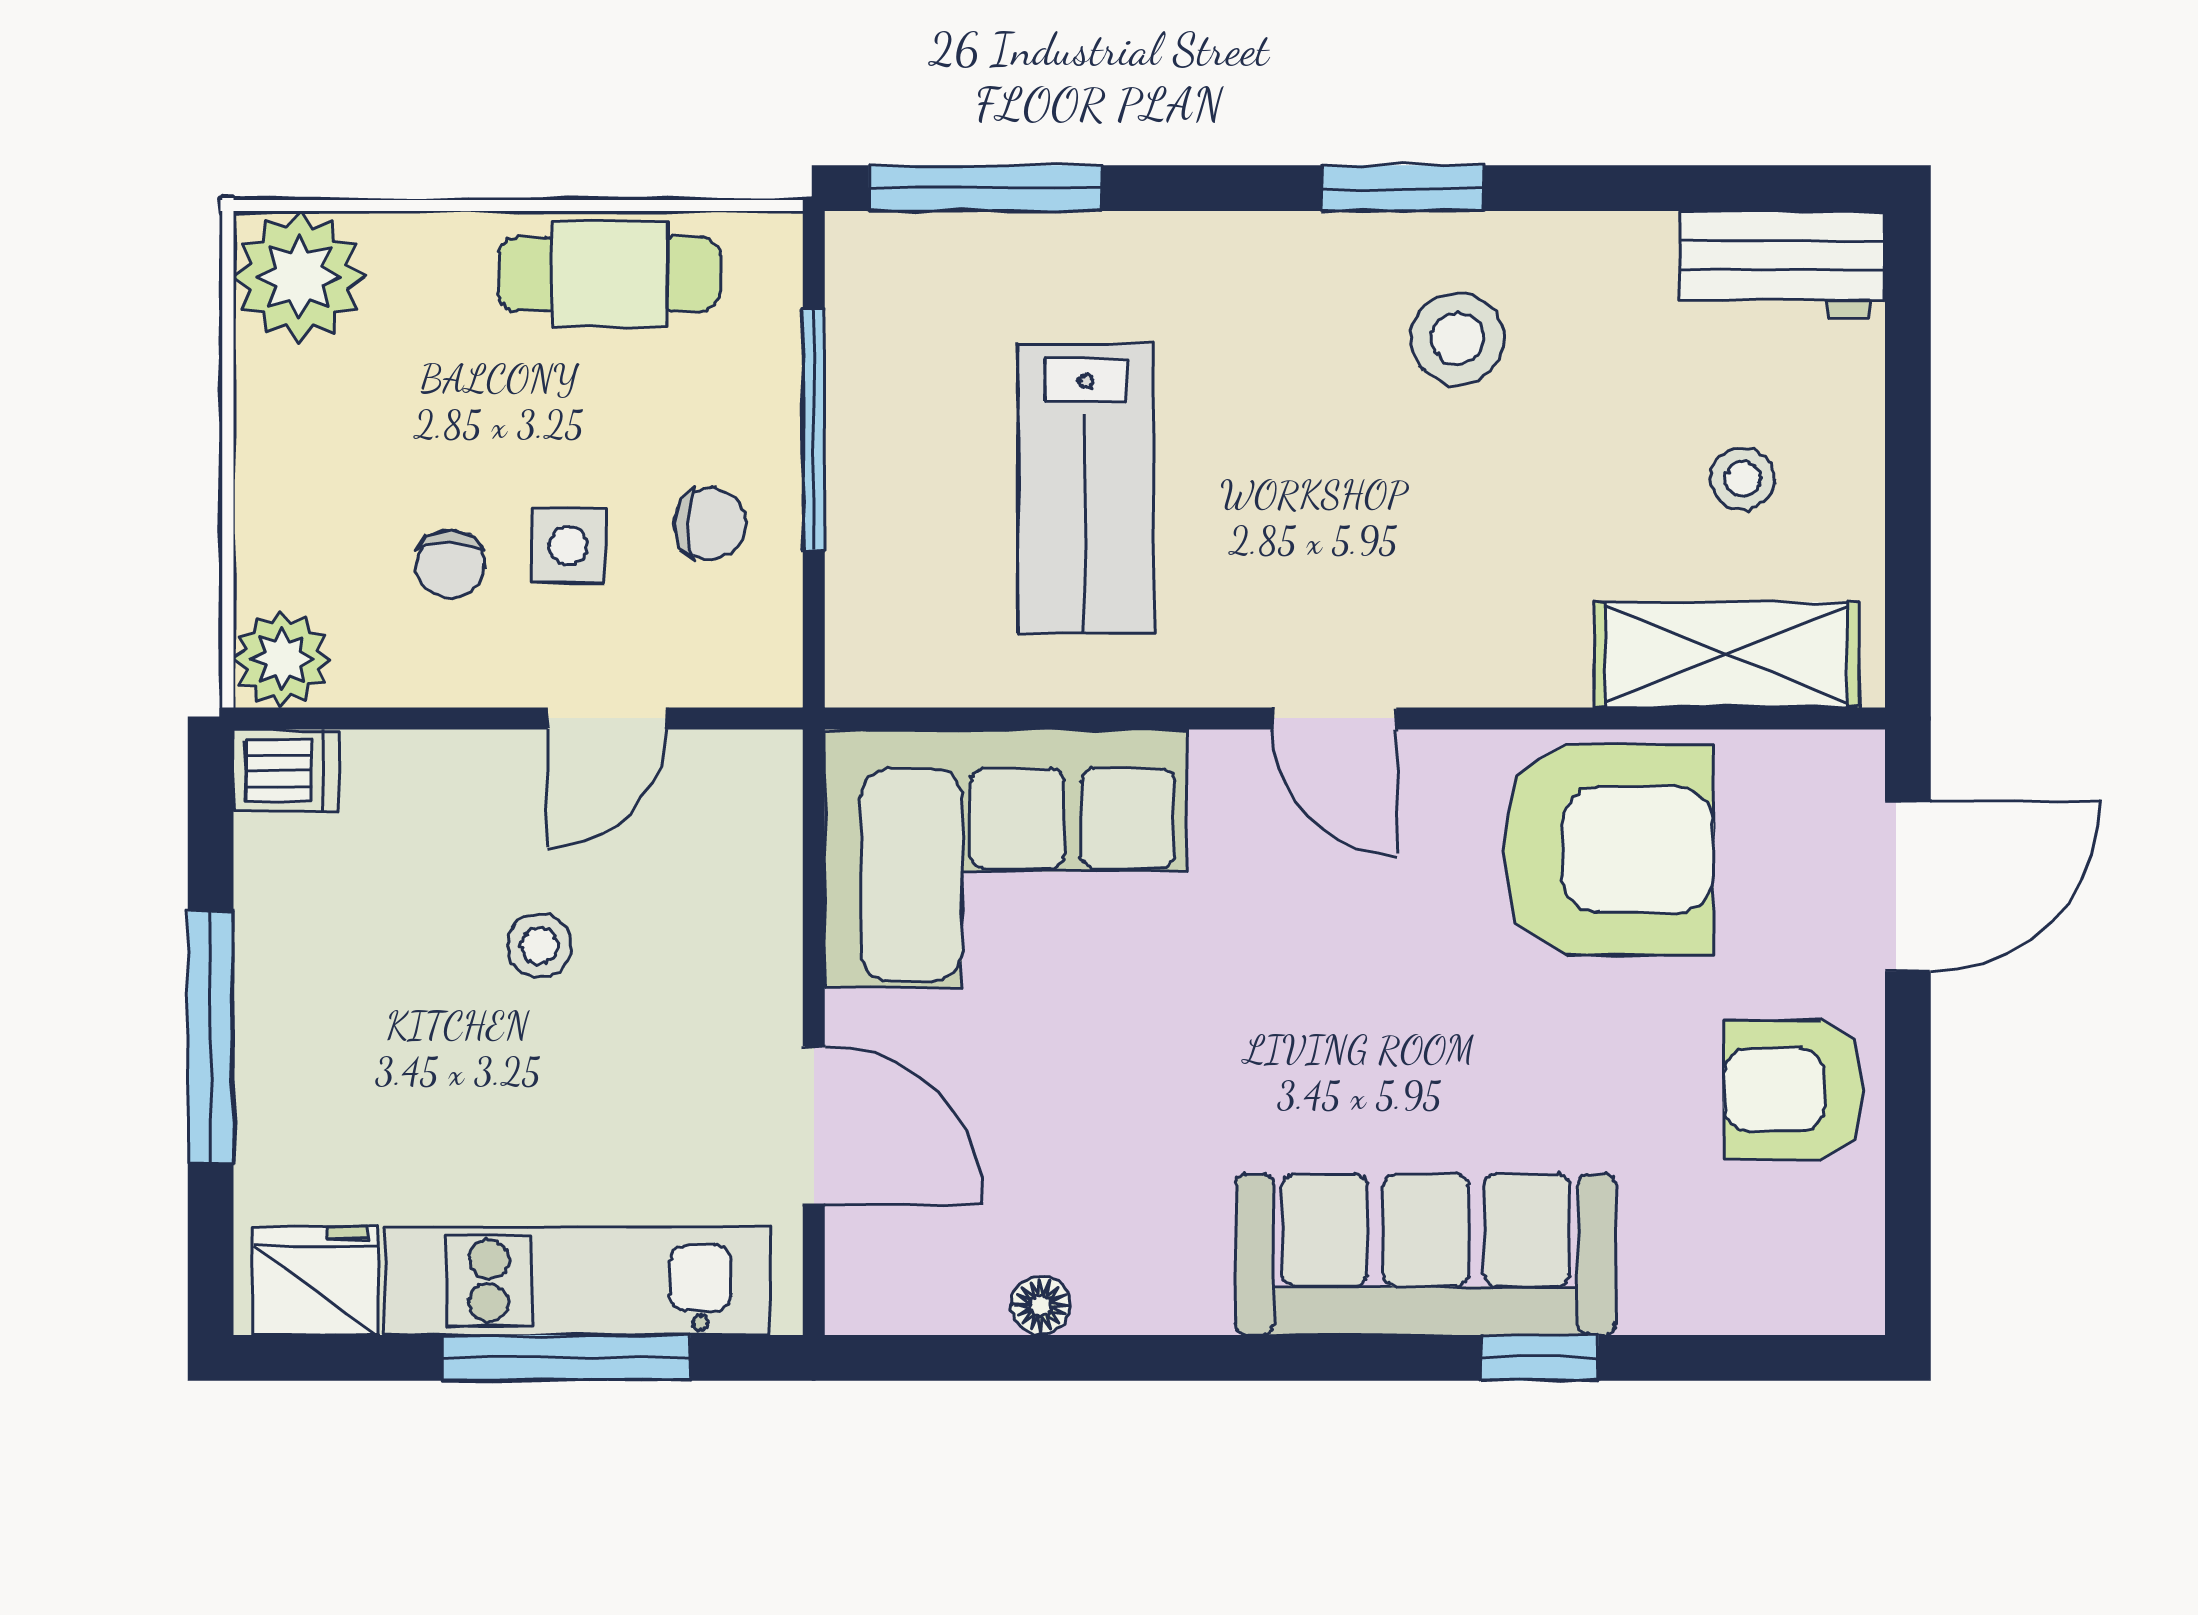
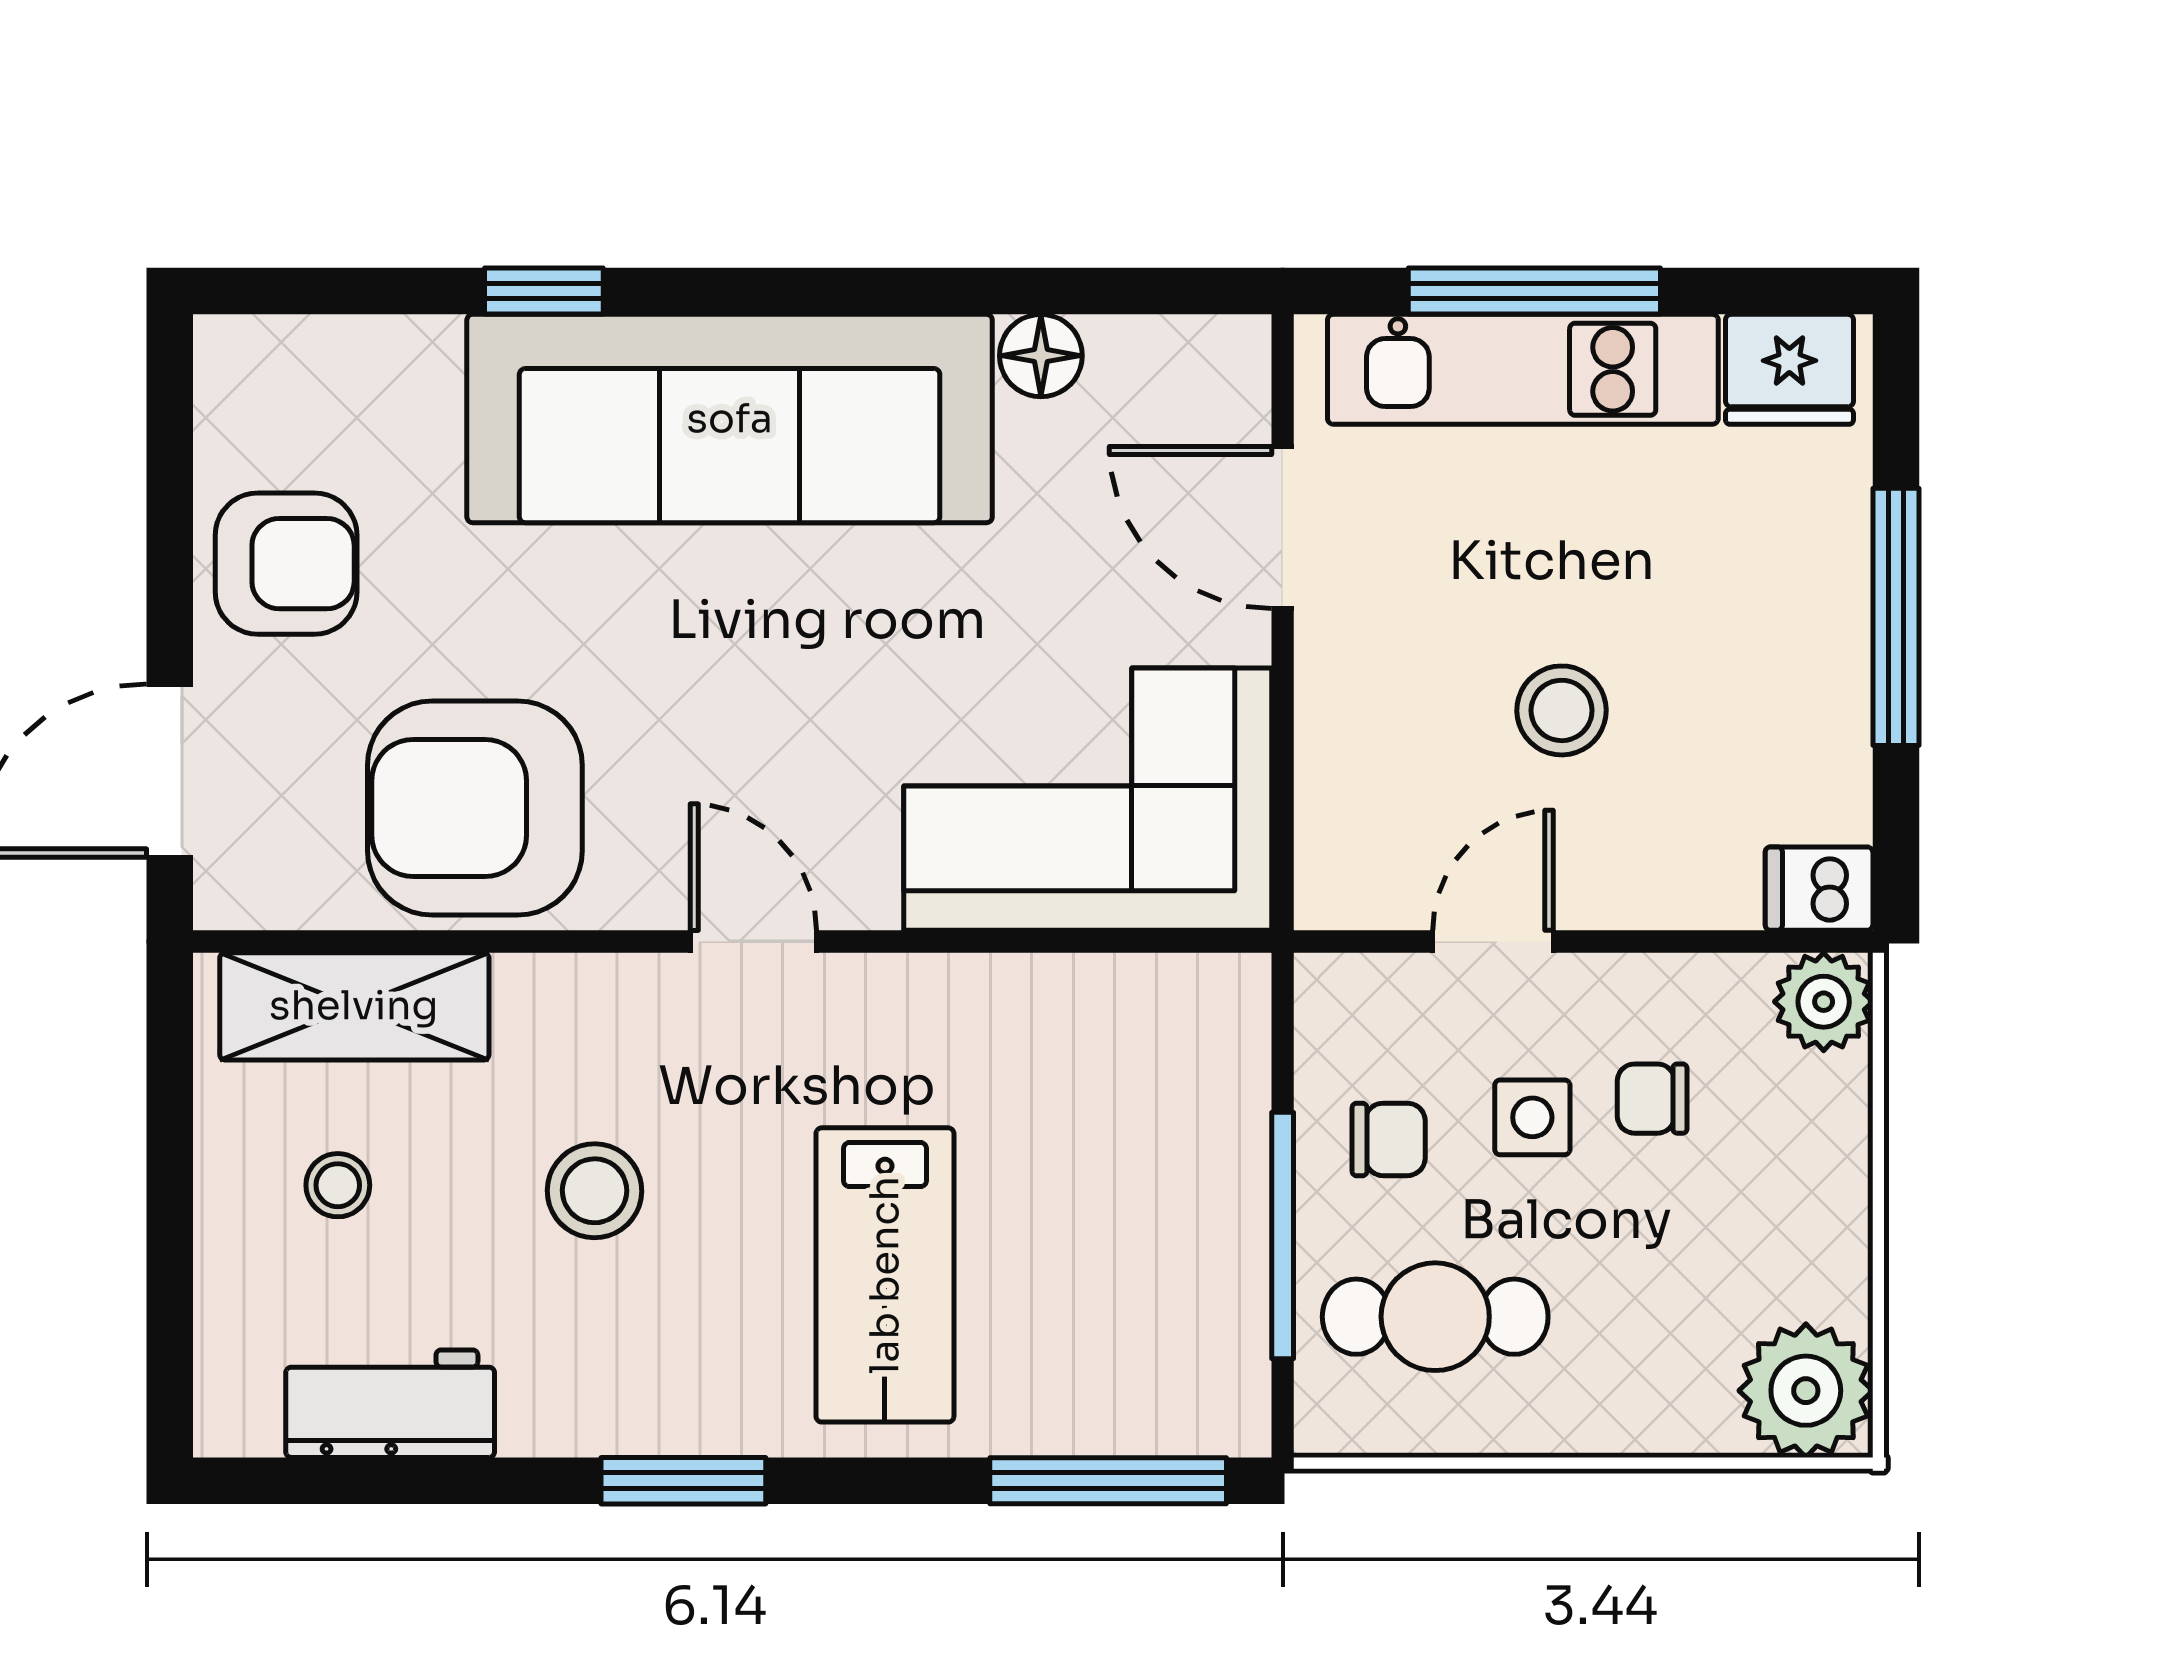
workbench: (1783, 264) -> (390, 1404), moved
cafe table: (609, 274) -> (1435, 1317), moved
stool: (1457, 338) -> (595, 1191), moved
lab bench: (1086, 489) -> (885, 1275), moved, turned 180
chair: (709, 524) -> (1389, 1139), turned 180
chair: (450, 564) -> (1652, 1099), turned -90
stool: (539, 946) -> (1562, 710), width x1.37, depth x1.37
sofa: (1426, 1254) -> (730, 419), width x1.36, depth x1.27
floor lamp: (1040, 1305) -> (1041, 356), width x1.37, depth x1.37

